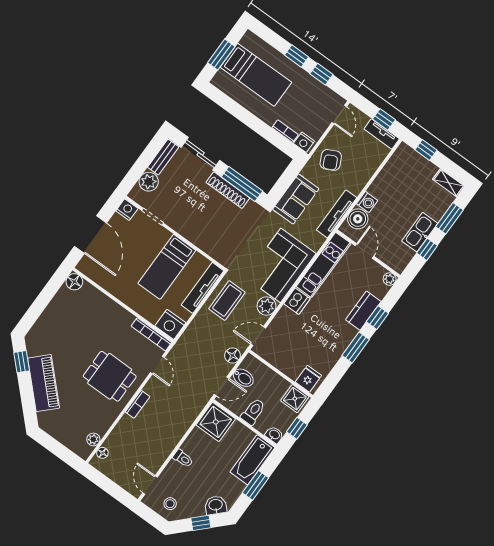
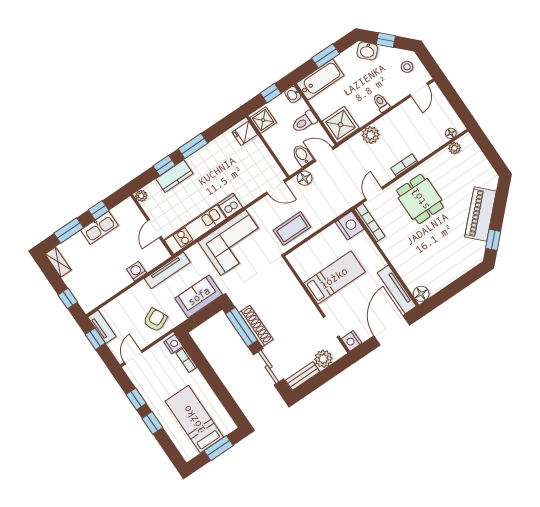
boiler: (358, 219) -> (150, 259), removed
tv unit: (203, 288) -> (397, 289), moved, turned 90
plant: (267, 306) -> (371, 135), moved

